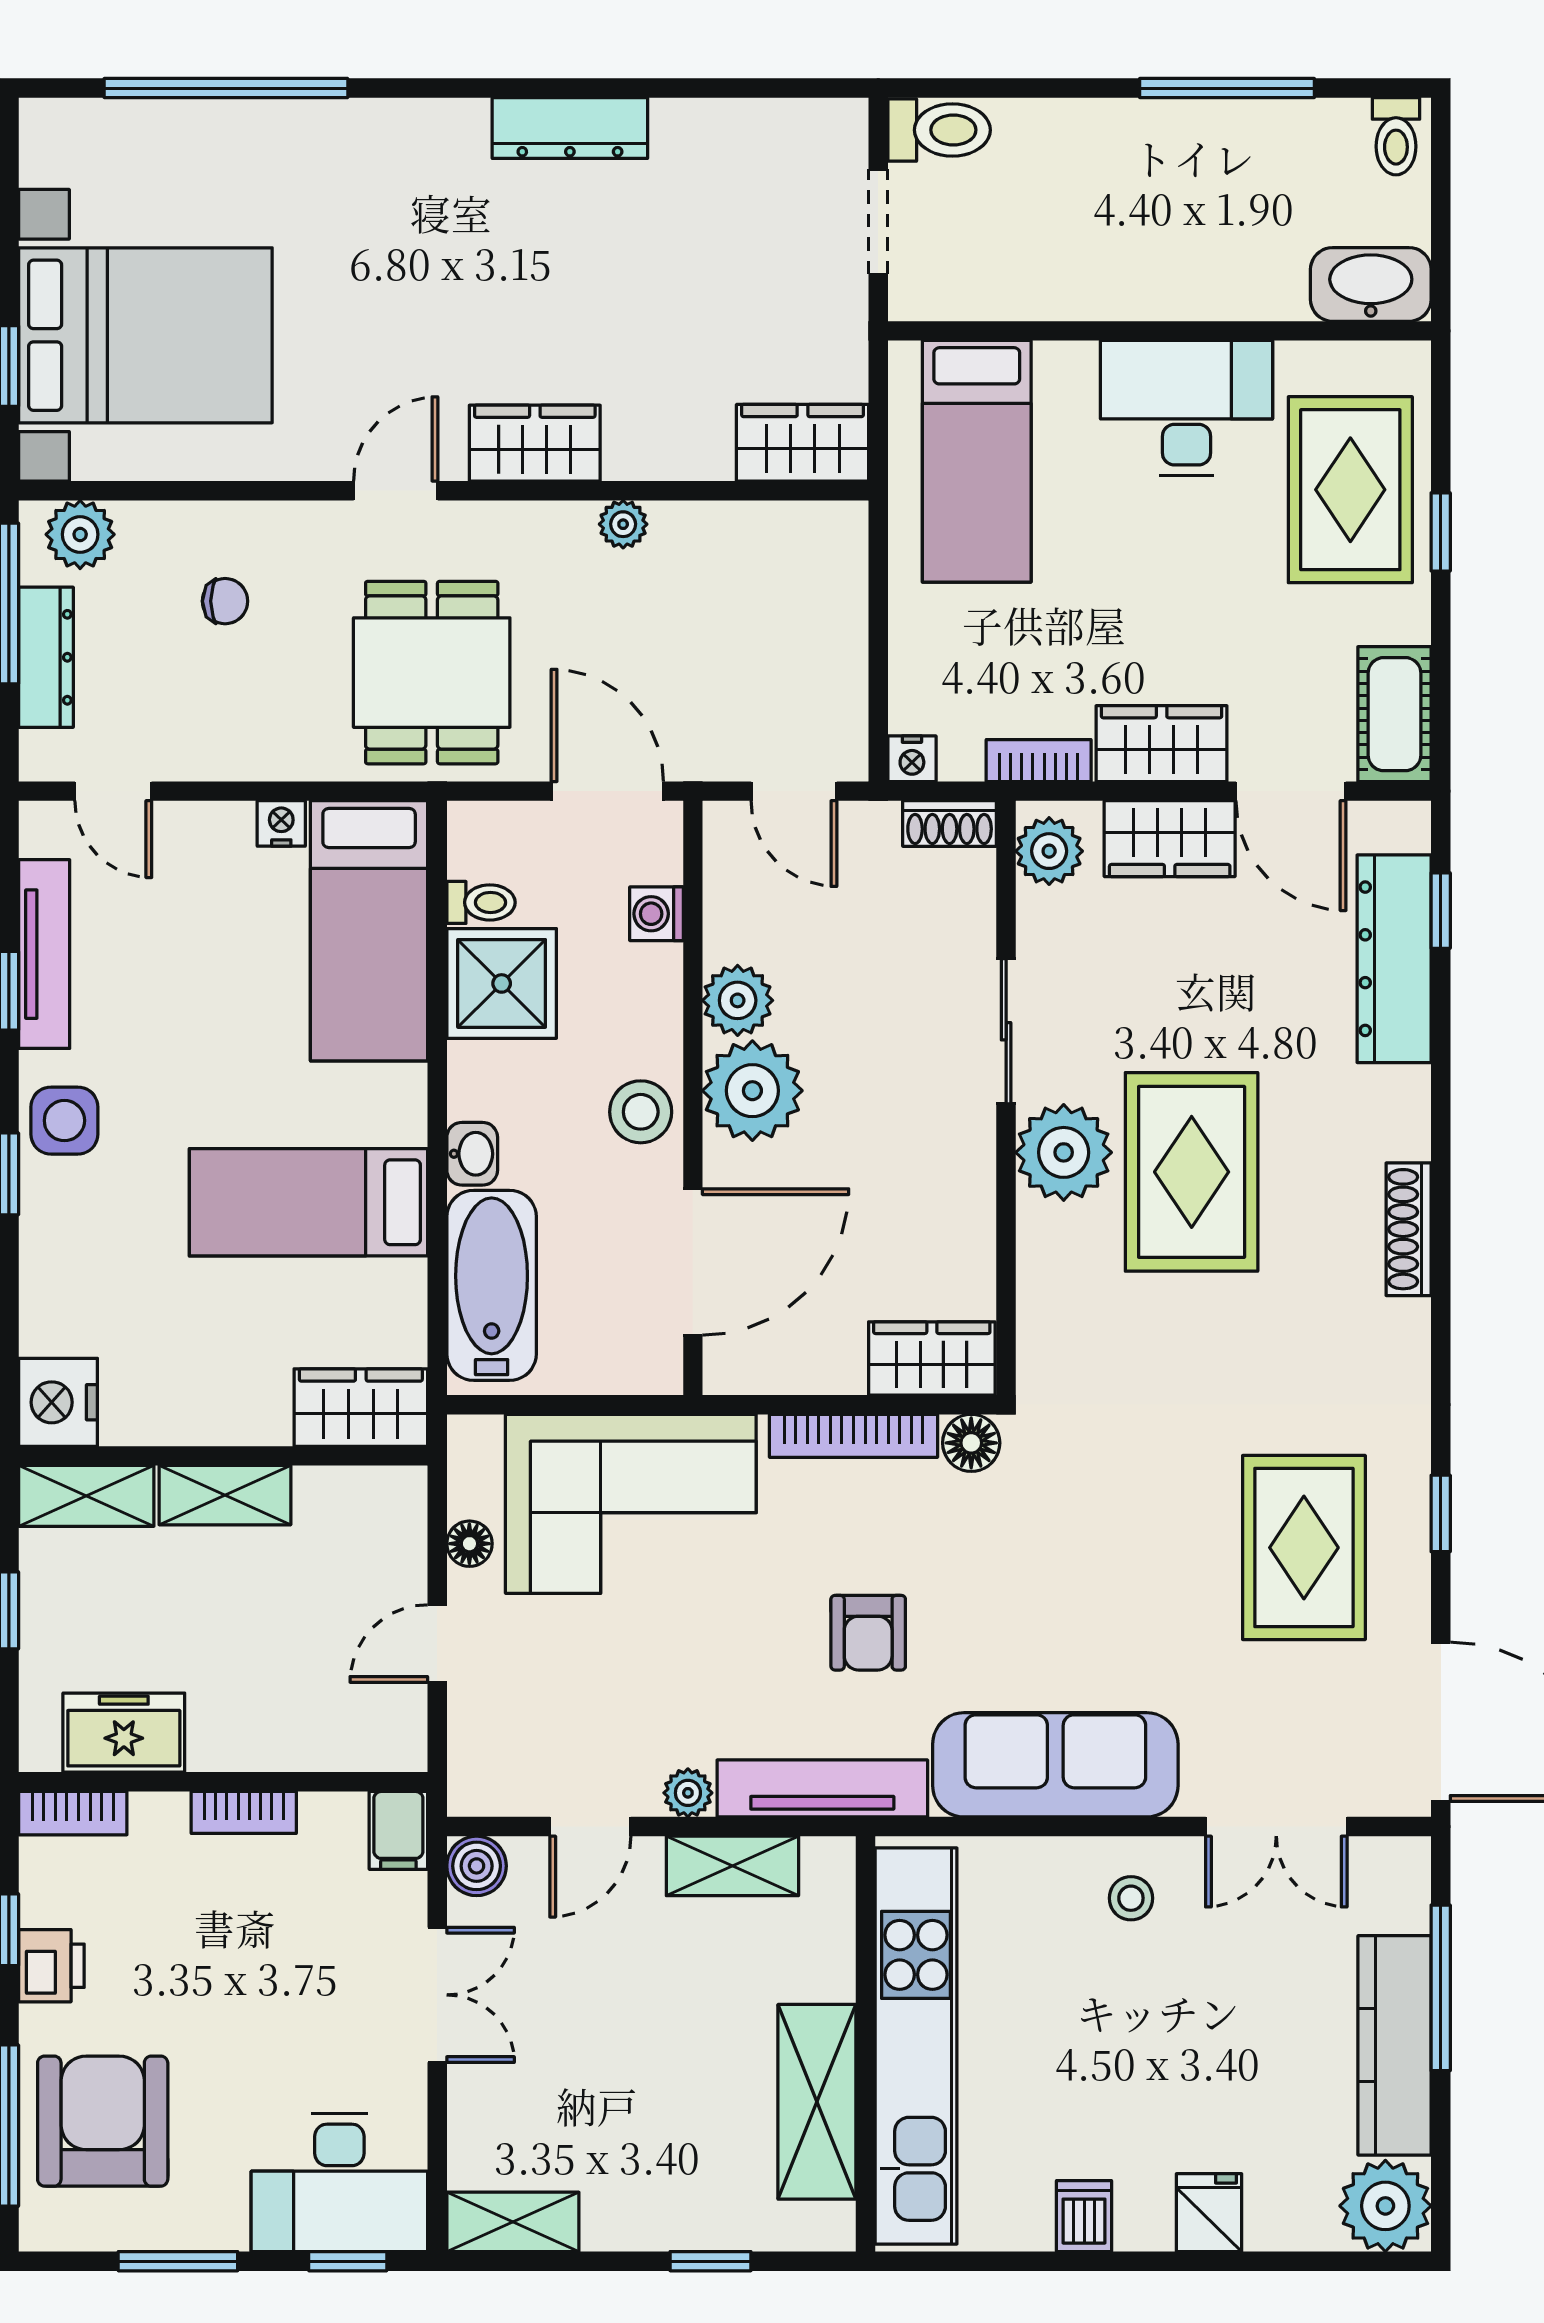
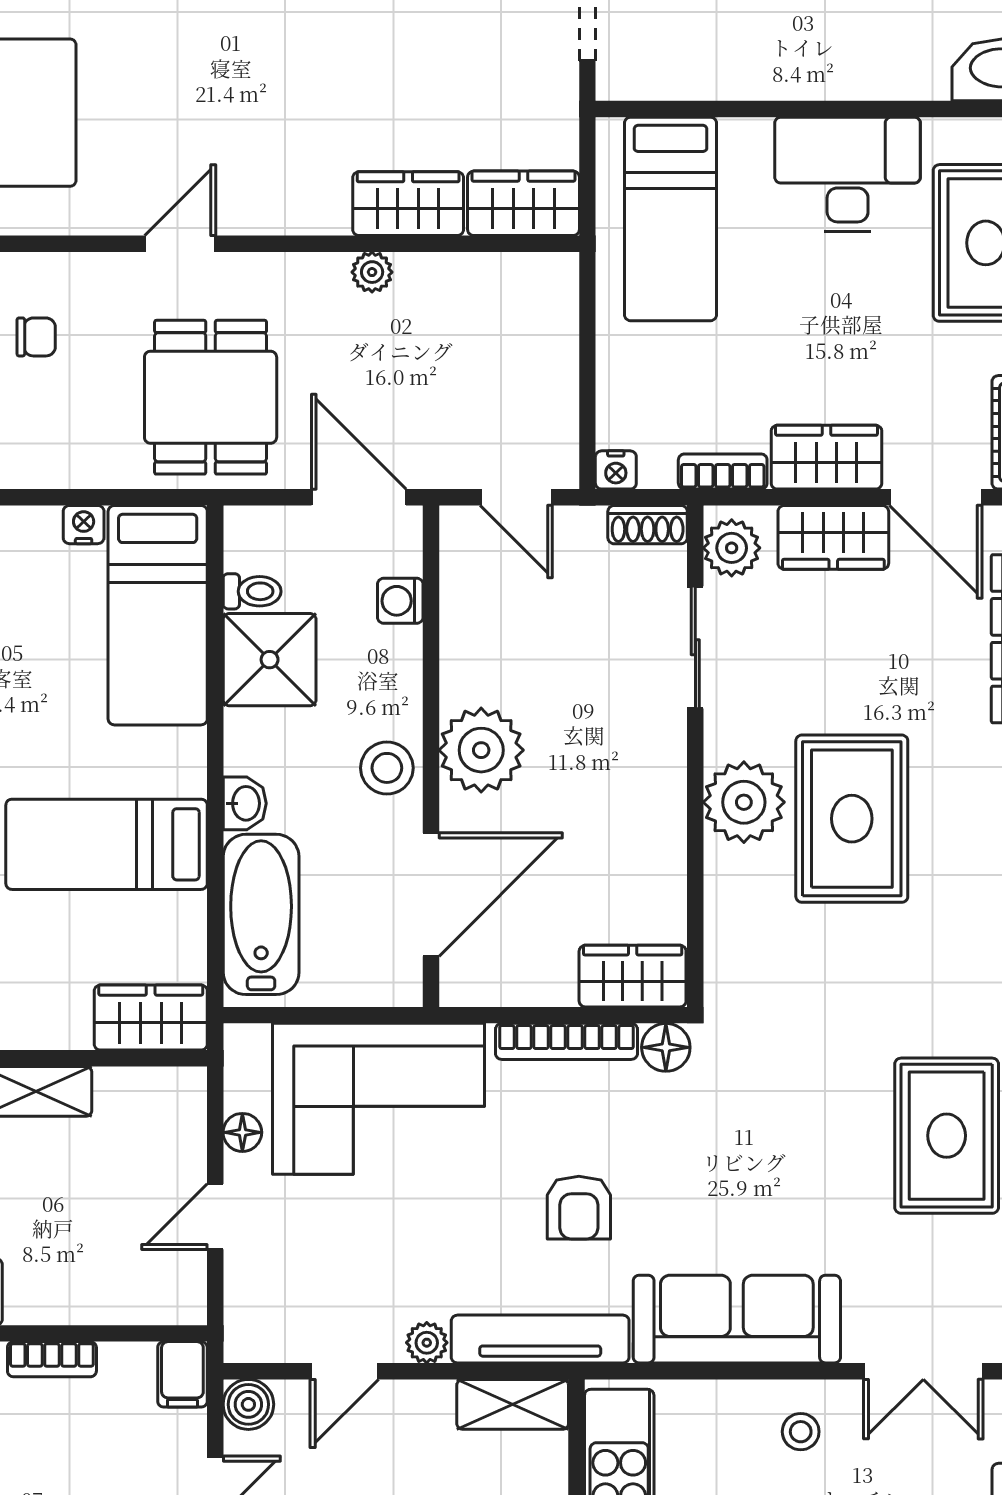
wardrobe: (535, 443) -> (408, 204), moved
plant: (738, 1000) -> (469, 674), removed
sliding door: (1006, 1031) -> (695, 647), moved
shelving: (732, 1866) -> (513, 1404), moved

